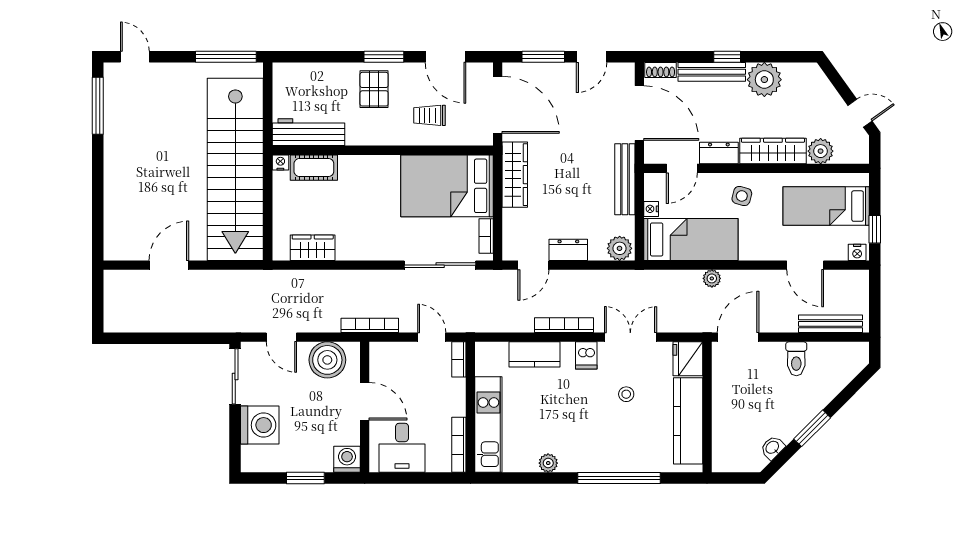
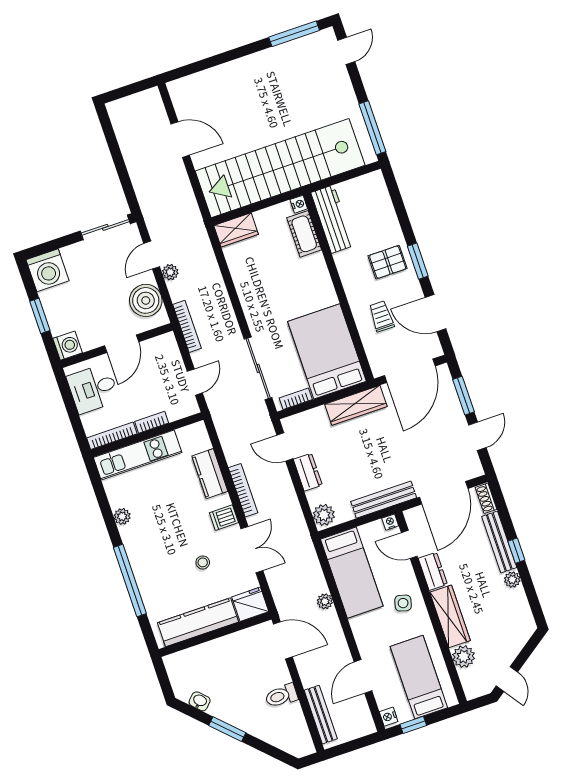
door: (446, 57) -> (435, 313), hinge flipped
door: (592, 57) -> (477, 436), swing flipped
plant: (764, 80) -> (512, 580), width x0.53, depth x0.53
nightstand: (651, 209) -> (390, 522), moved
wardrobe: (313, 248) -> (236, 230), moved, turned 90
plant: (306, 324) -> (170, 272), added
bookcase: (459, 359) -> (152, 422), moved
washing machine: (260, 425) -> (47, 270), moved

